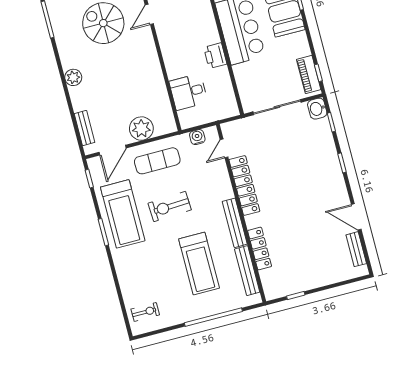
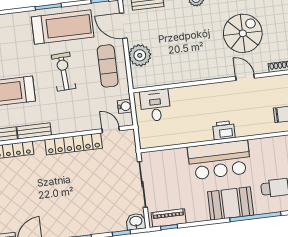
printer: (215, 56) -> (224, 130), moved
desk: (188, 92) -> (155, 105), moved
treadmill: (123, 214) -> (63, 27), turned 180
bench: (235, 223) -> (34, 131), width x0.73

